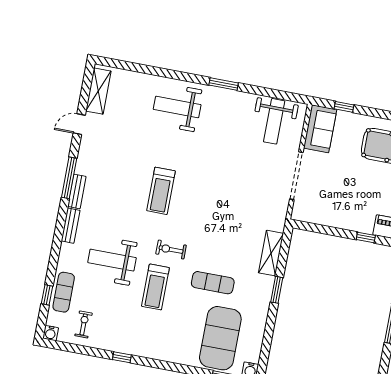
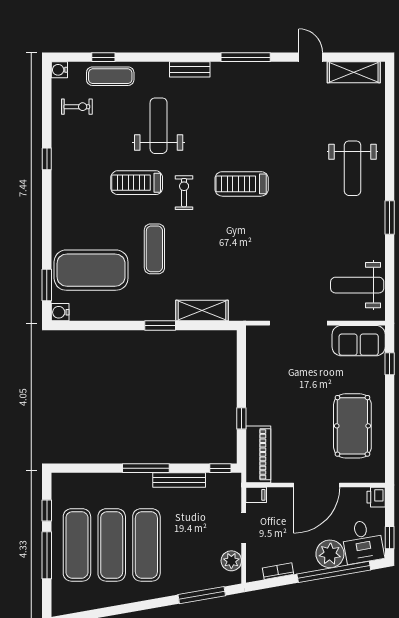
weight bench: (177, 107) -> (353, 168), turned 180
bench: (77, 191) -> (231, 69), removed
treadmill: (161, 191) -> (242, 184), moved

